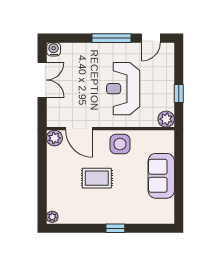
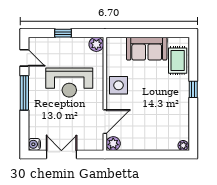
window: (179, 93) -> (63, 33), moved
rug: (97, 178) -> (178, 61), moved

